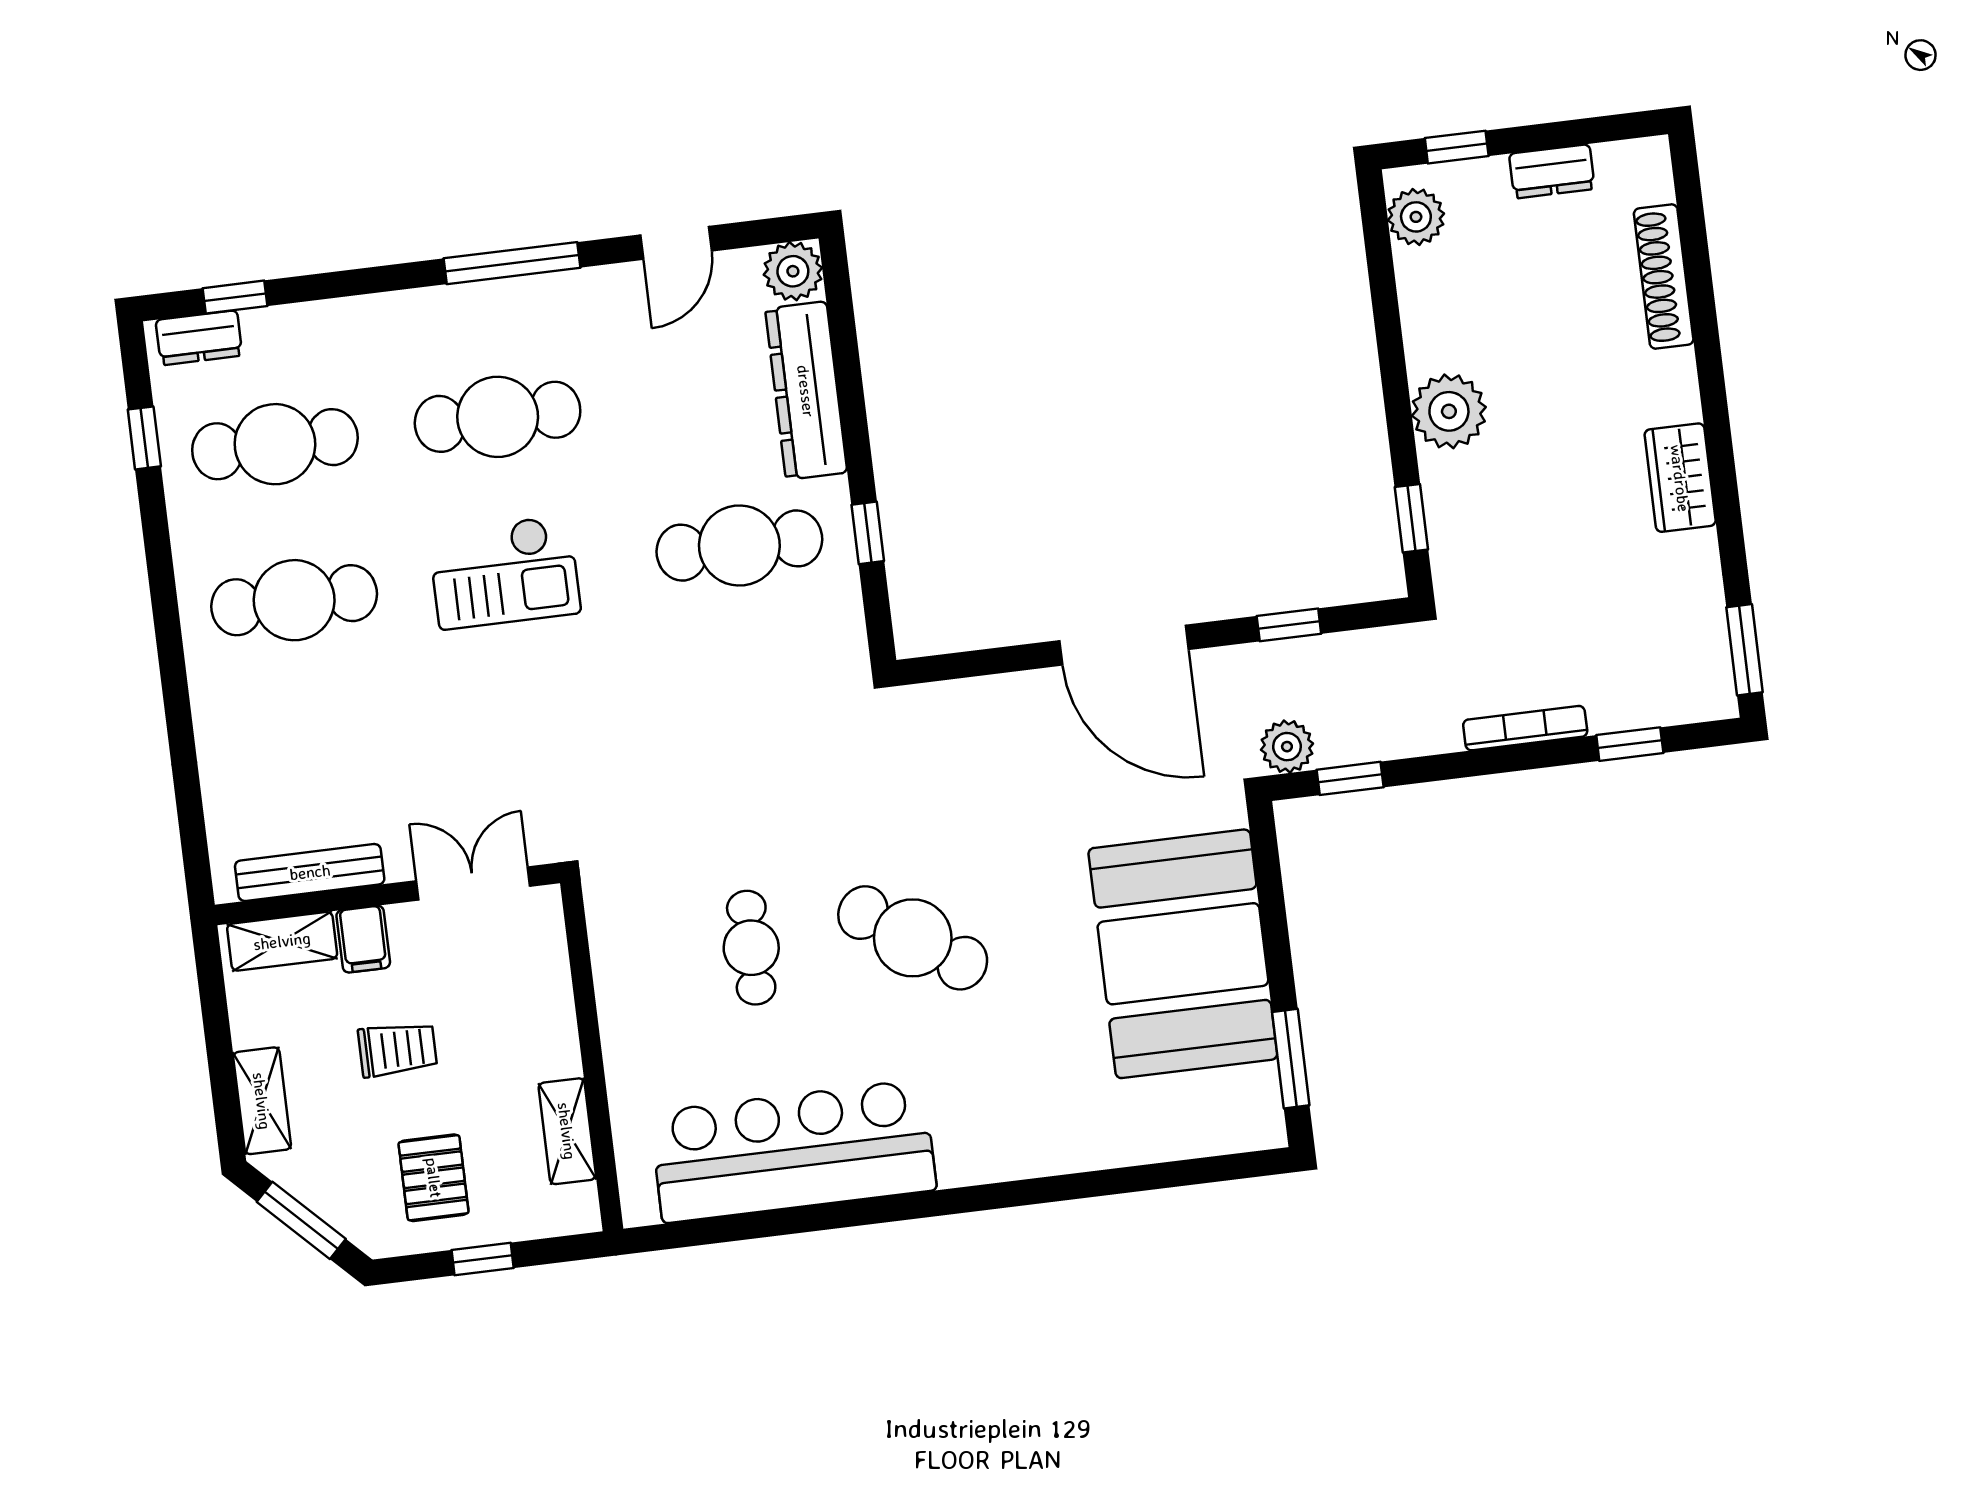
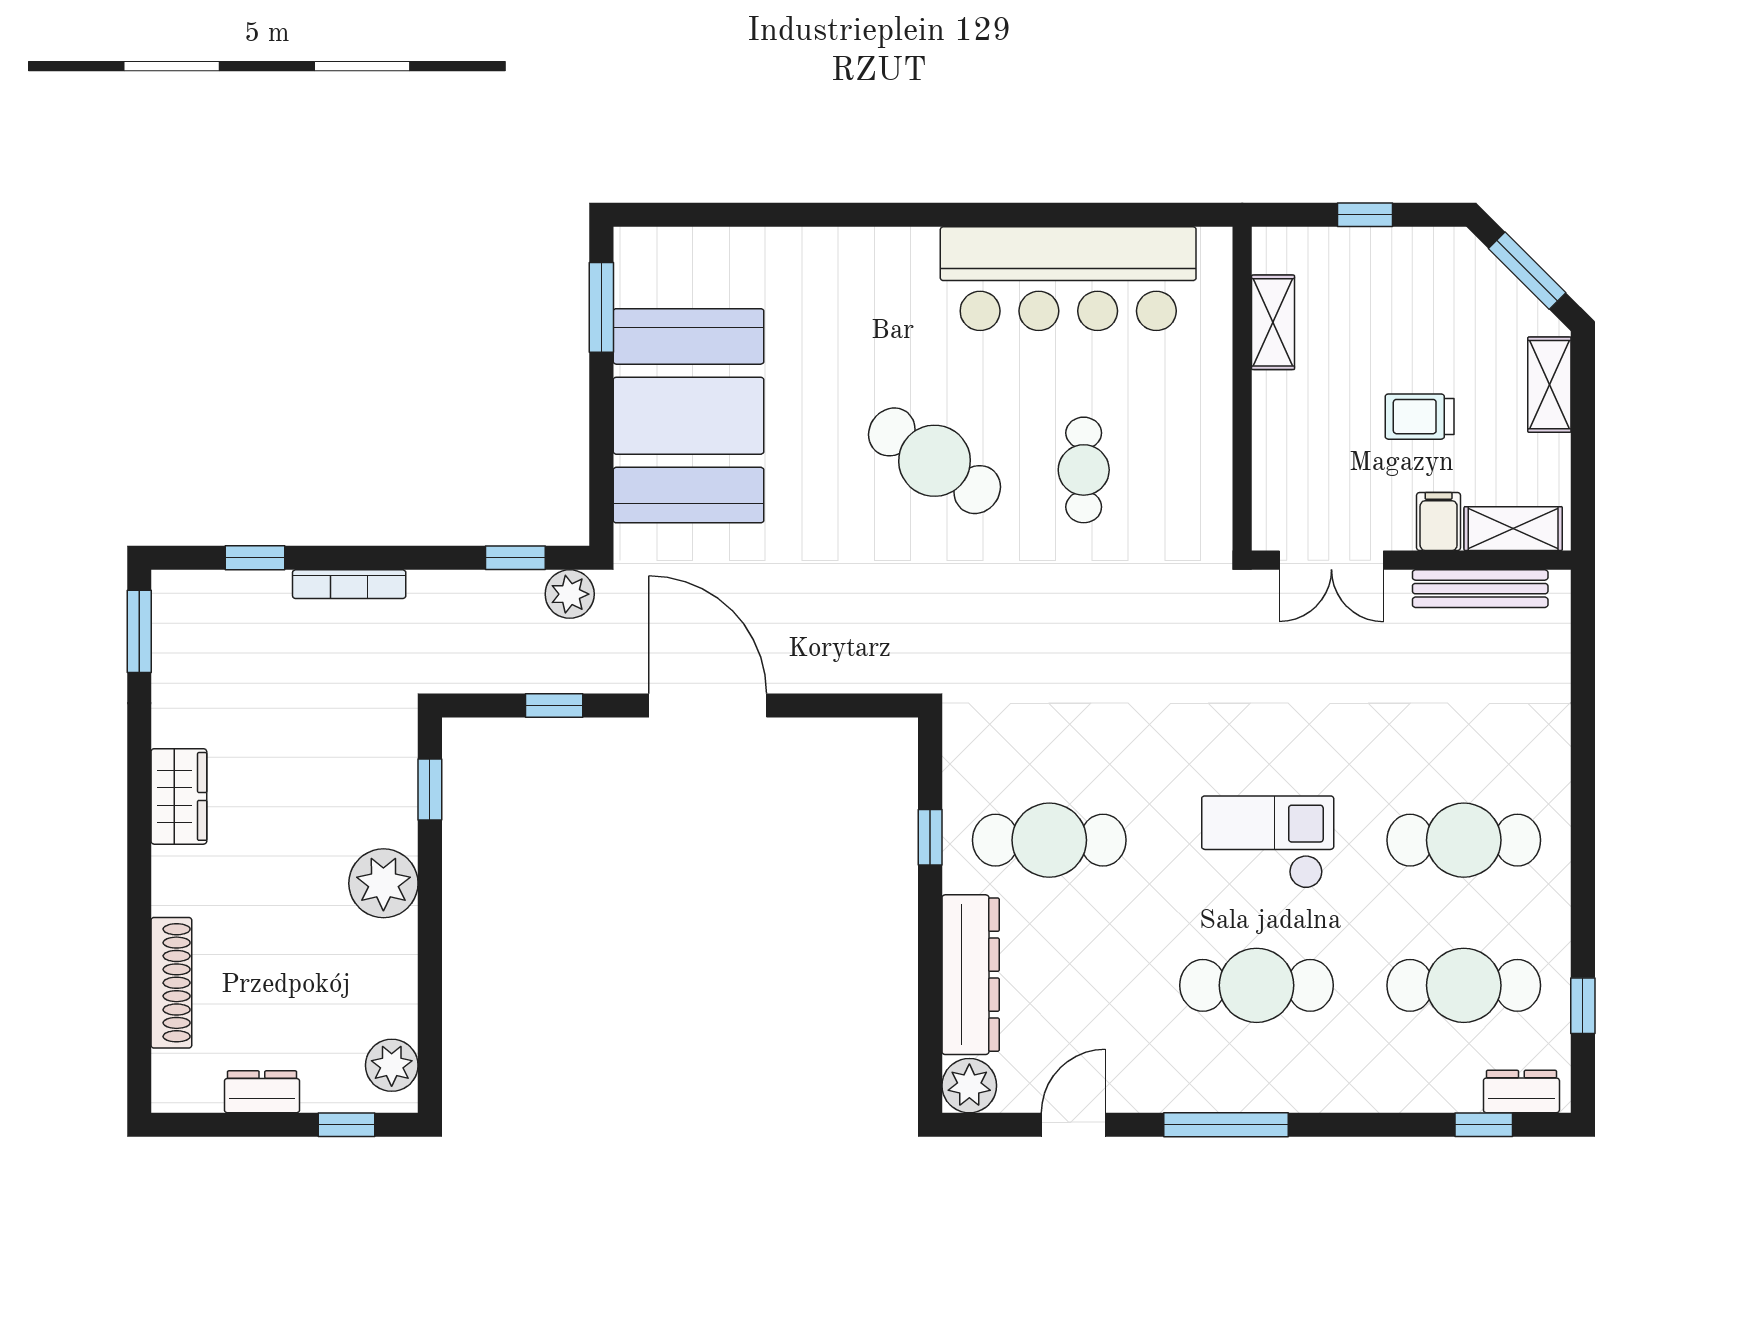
pallet: (434, 1178) -> (1401, 295), removed

